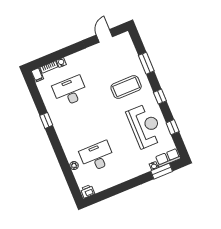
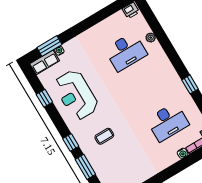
coffee table: (126, 87) -> (104, 136), width x0.54, depth x0.58
window: (160, 97) -> (71, 142), moved

